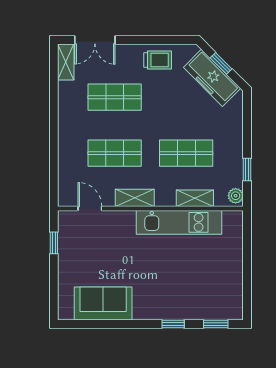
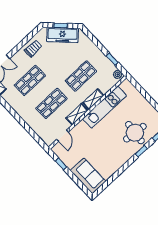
shelving: (195, 198) -> (93, 99), moved
door: (90, 208) -> (63, 136), swing flipped
round table: (187, 292) -> (135, 133), added
sofa: (103, 304) -> (88, 176), moved, turned 90

